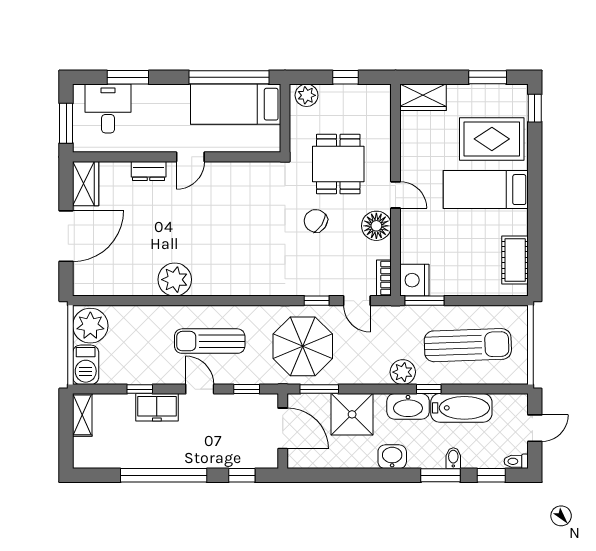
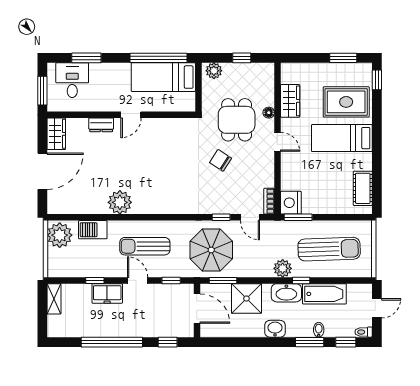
wardrobe: (423, 97) -> (290, 101), moved, turned -90
floor lamp: (376, 226) -> (269, 113), moved, width x0.53, depth x0.53
barbecue: (86, 365) -> (93, 230), moved, turned 90

